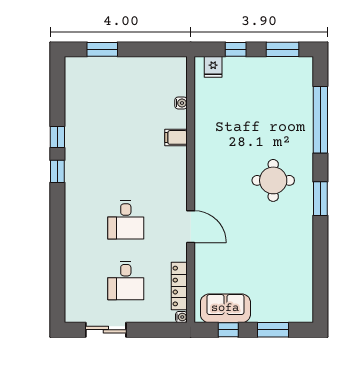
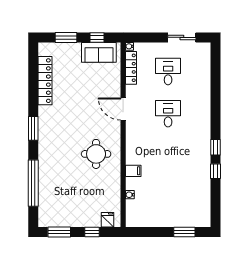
round table: (273, 180) -> (96, 154), moved
locker: (303, 268) -> (45, 81), added

